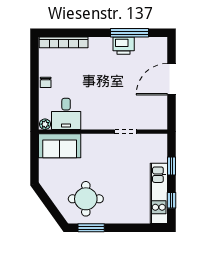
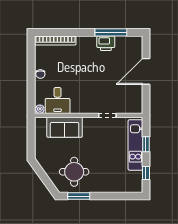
sofa: (60, 146) -> (65, 127), moved
kitchen unit: (159, 193) -> (135, 145), moved

